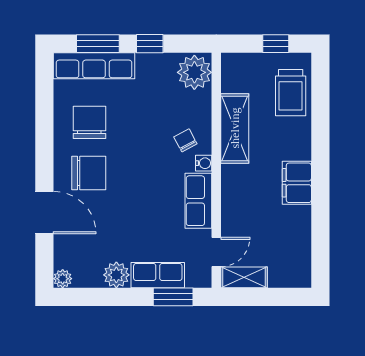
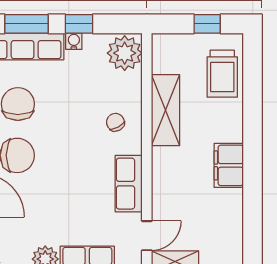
water cooler: (204, 163) -> (74, 41), moved, turned -90

